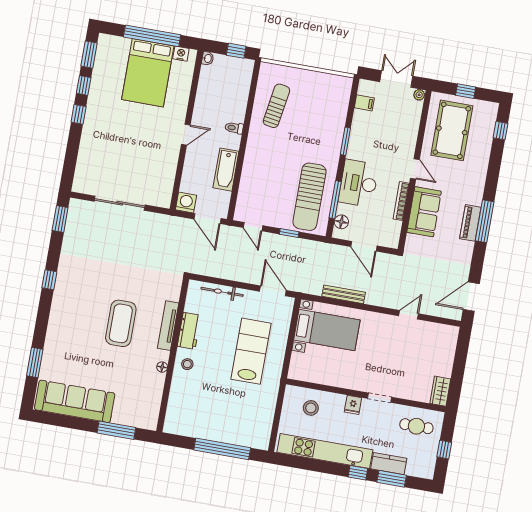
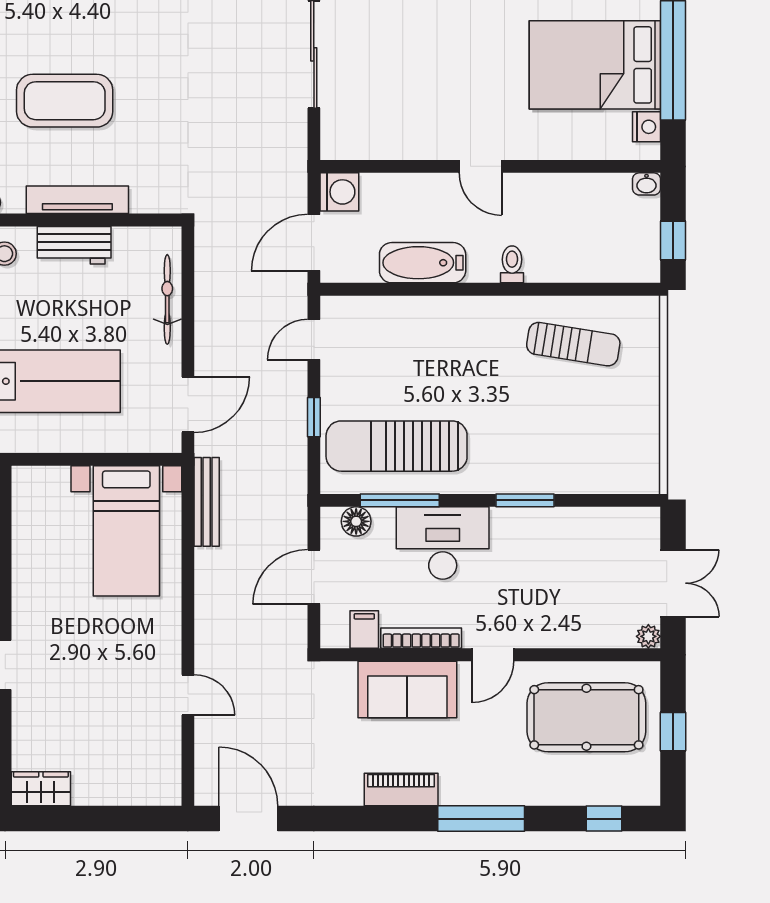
filing cabinet: (364, 103) -> (364, 630), moved, turned 180
window: (485, 221) -> (481, 819), moved
bench: (344, 294) -> (207, 502), moved

